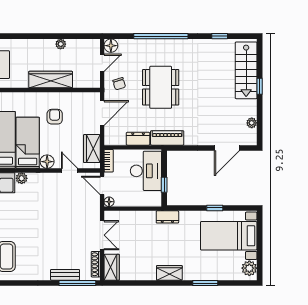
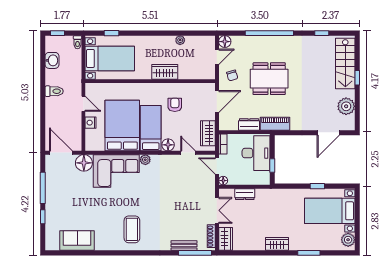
wardrobe: (51, 80) -> (165, 72), width x0.67
dining table: (161, 87) -> (269, 79), turned 90
plant: (252, 123) -> (346, 106), width x1.88, depth x1.88
dresser: (167, 217) -> (245, 194), moved

